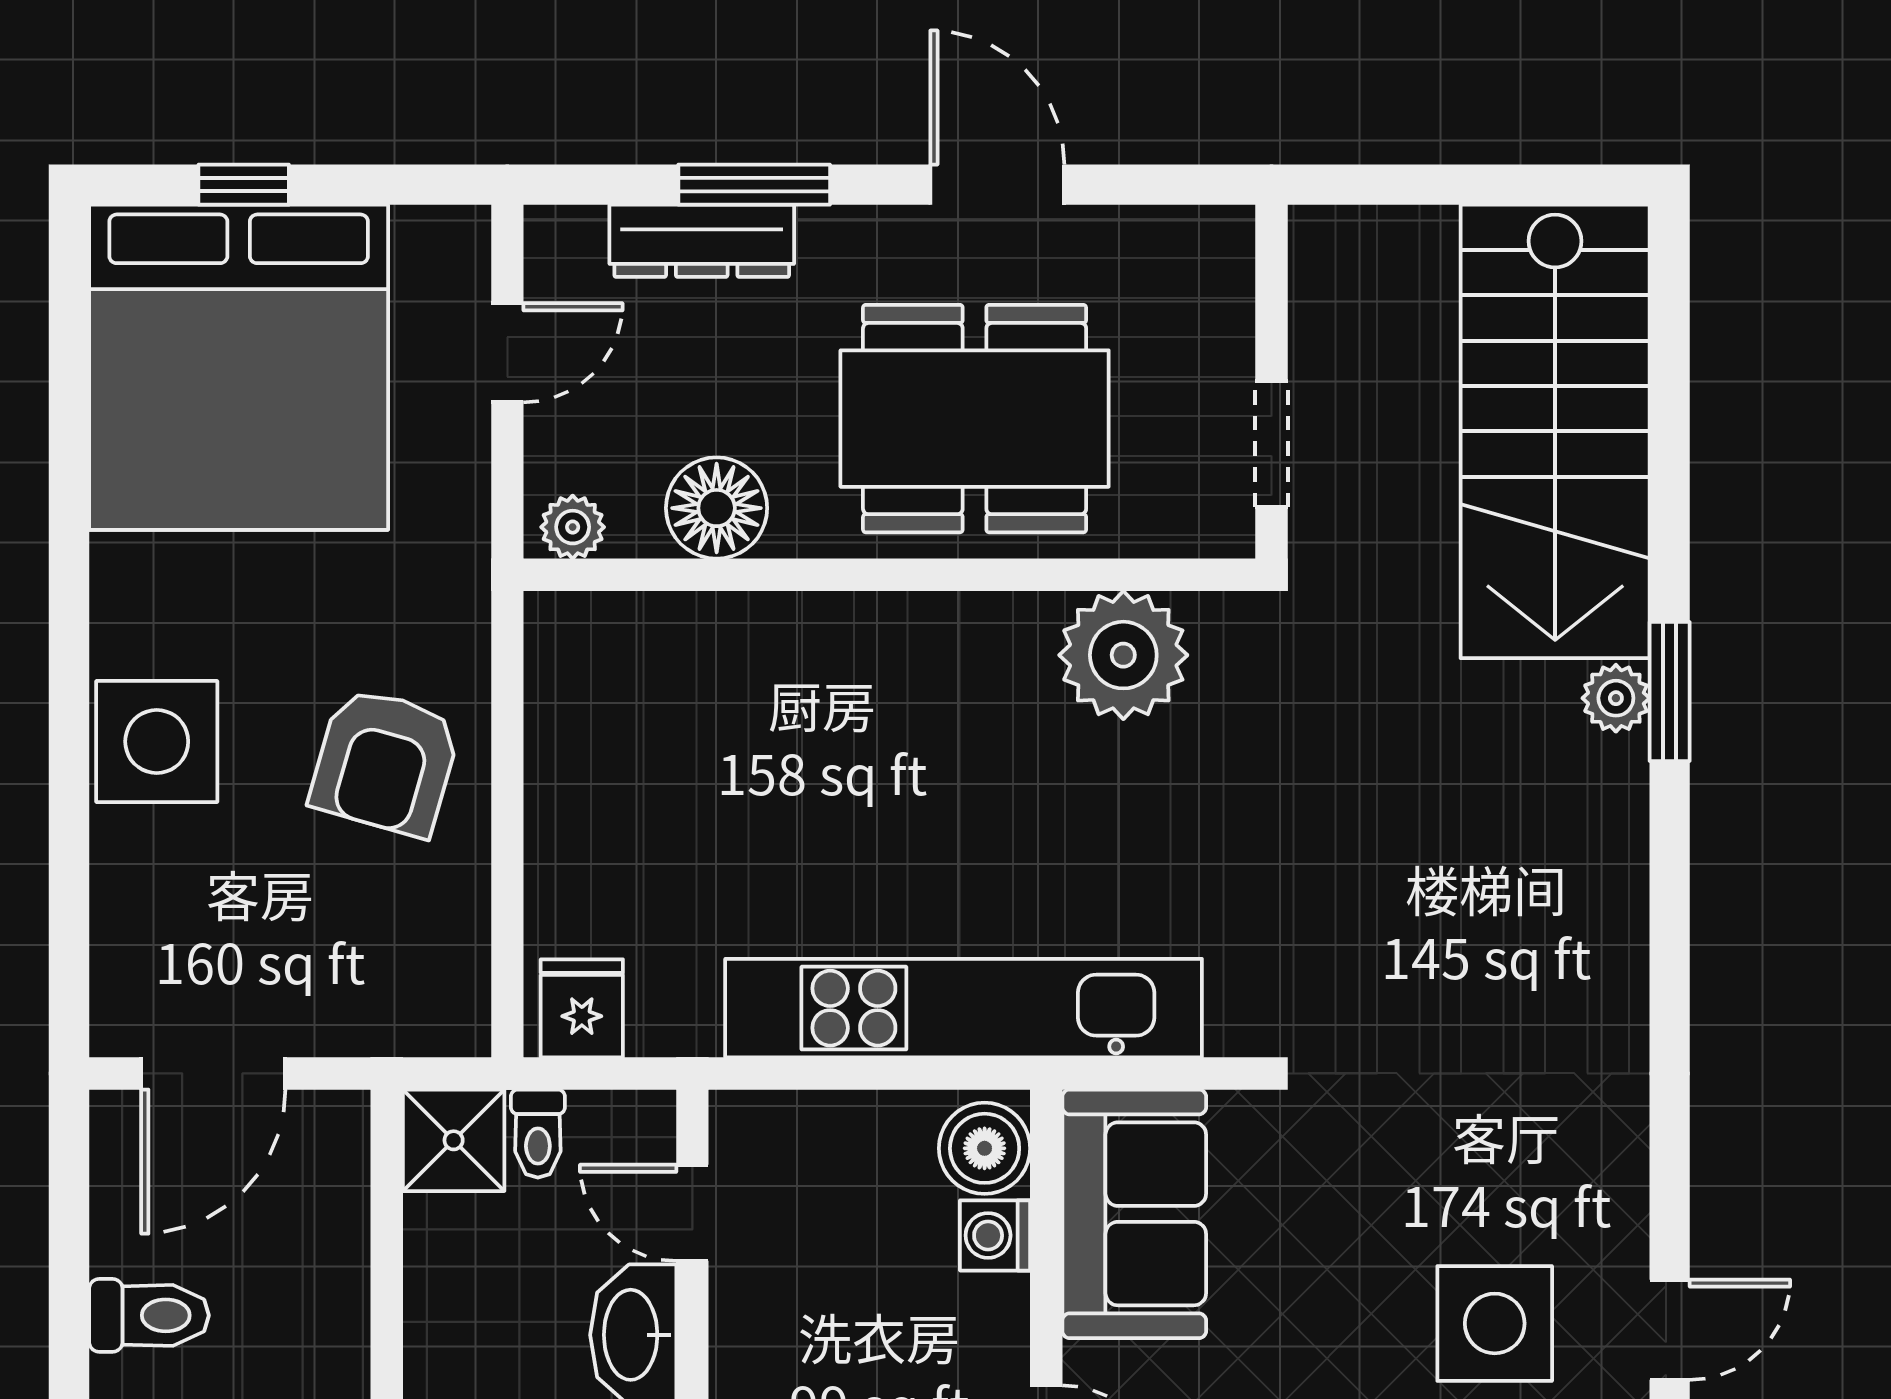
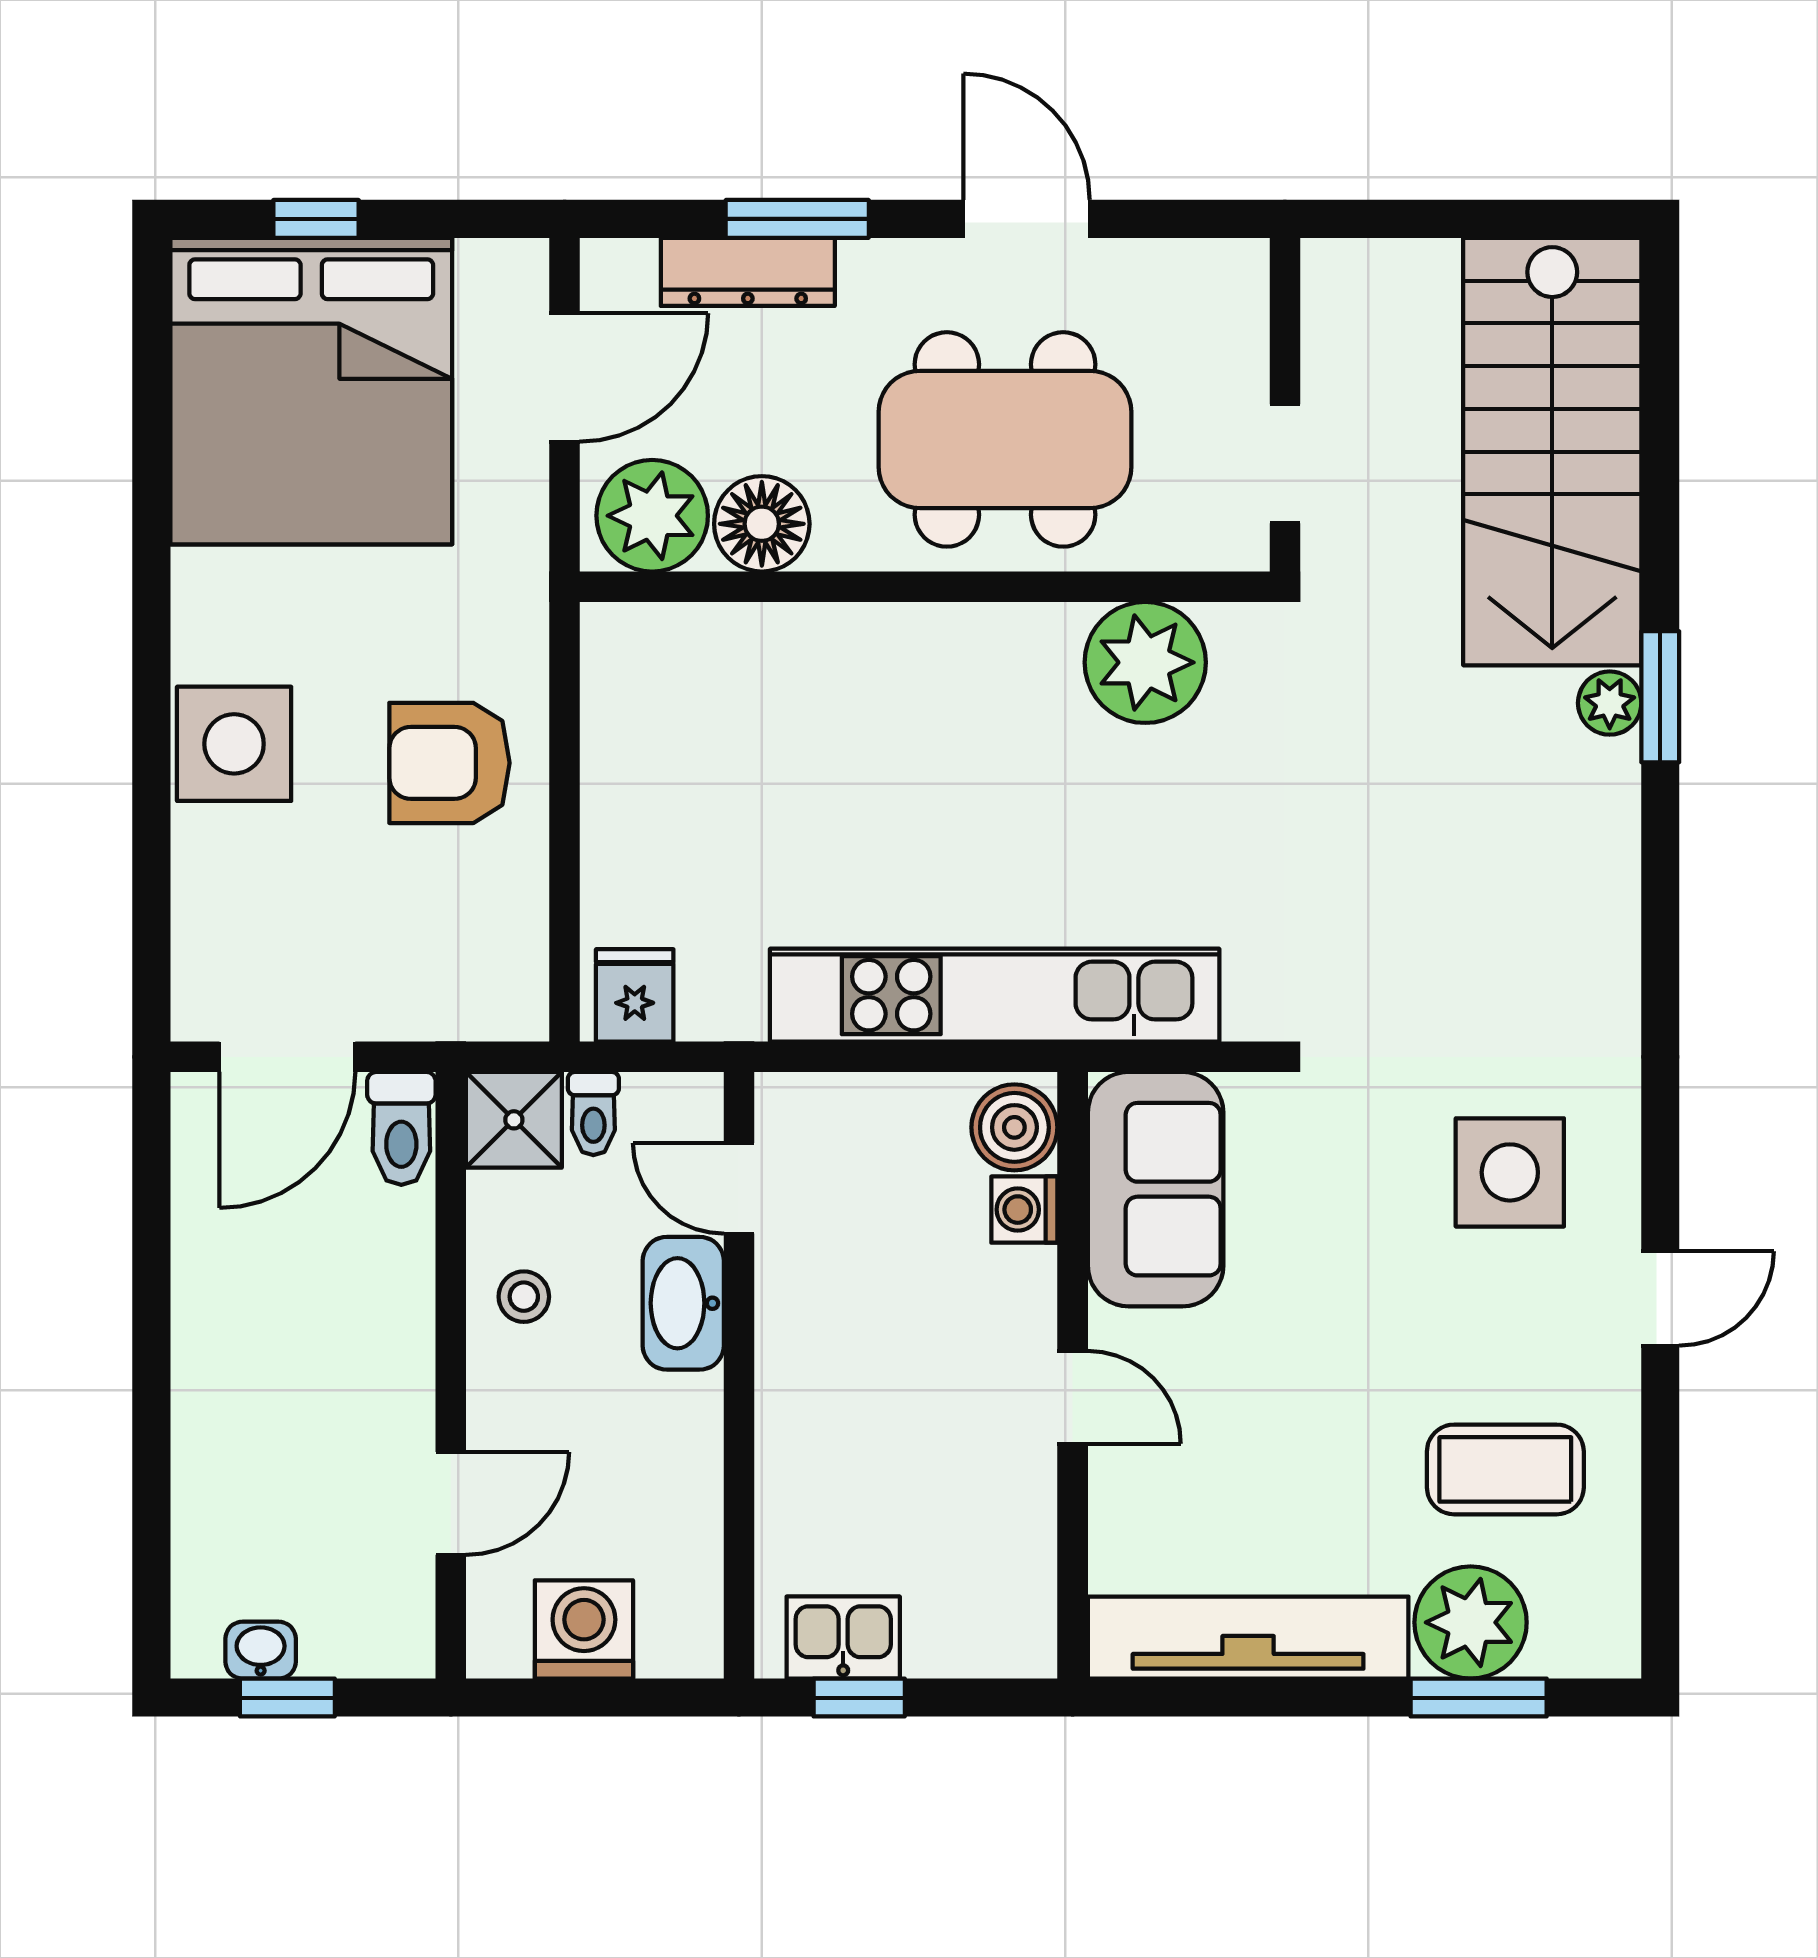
door: (507, 353) -> (565, 377), width x1.38
plant: (573, 527) -> (652, 516), width x1.88, depth x1.88
armchair: (385, 762) -> (449, 763), turned 74
toilet: (149, 1315) -> (401, 1128), moved, turned 90
side table: (1495, 1323) -> (1510, 1172), moved
stool: (464, 1328) -> (524, 1297), added

